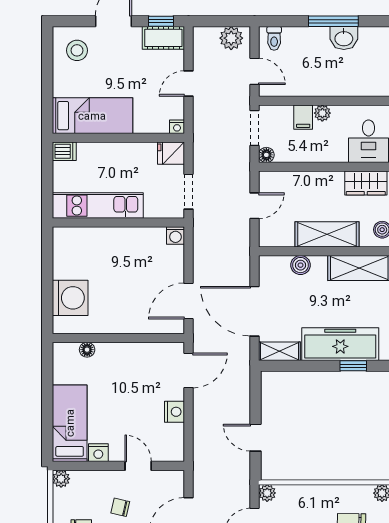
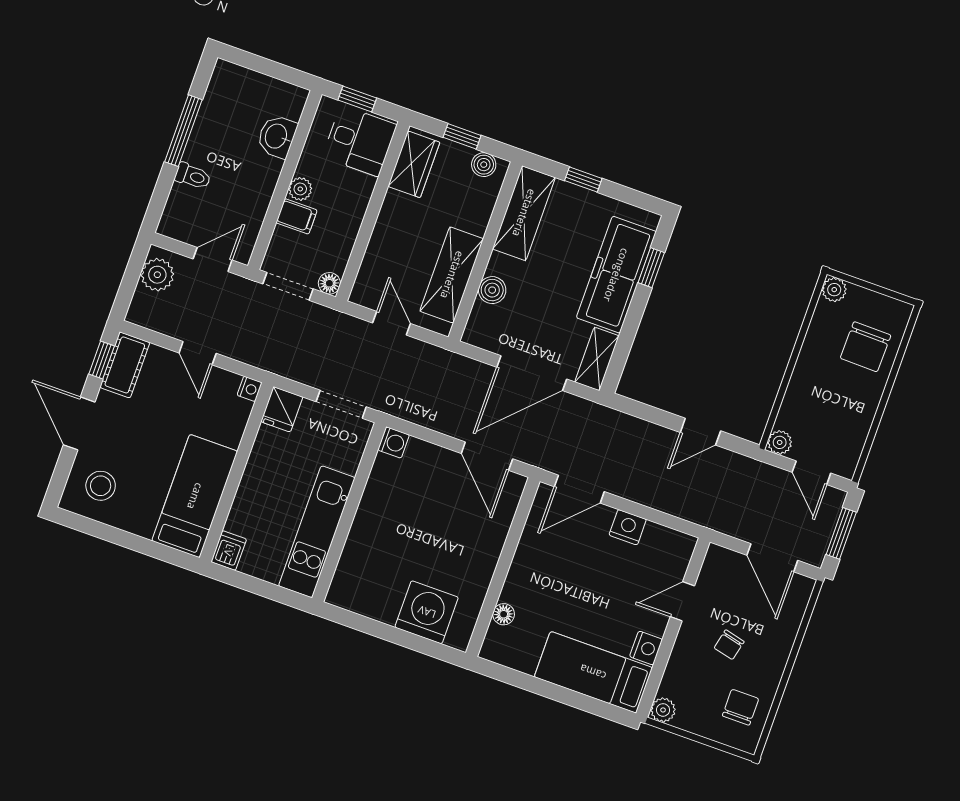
toilet: (274, 38) -> (193, 176), moved
washbasin: (344, 38) -> (277, 136), moved, turned 180
shelving: (327, 234) -> (452, 275), moved
door: (188, 370) -> (579, 489), swing flipped

